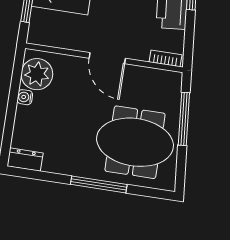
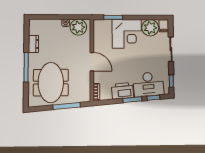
door: (107, 58) -> (92, 62), swing flipped
dresser: (25, 160) -> (33, 44), moved

